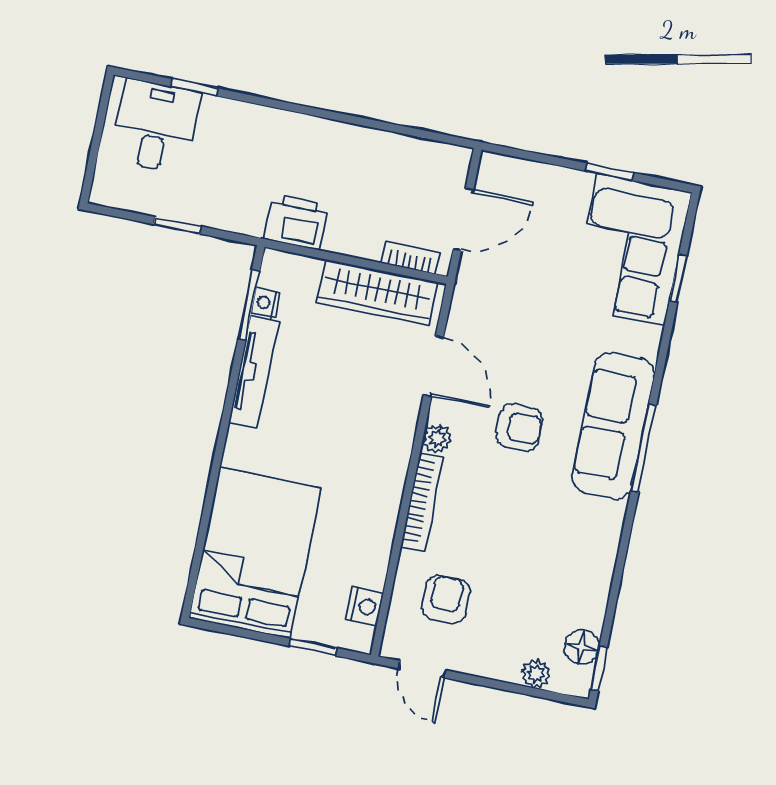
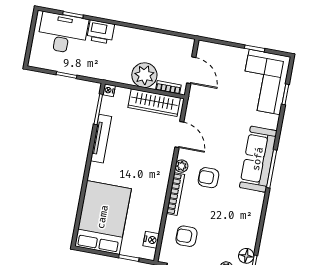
desk: (156, 126) -> (63, 33), width x1.37
door: (463, 219) -> (191, 70), hinge flipped
printer: (296, 222) -> (101, 32), moved, turned 180
plant: (356, 229) -> (144, 75), added
nightstand: (266, 303) -> (109, 90), moved
armchair: (519, 428) -> (209, 178), moved, turned 180
armchair: (446, 599) -> (186, 236), turned -90

